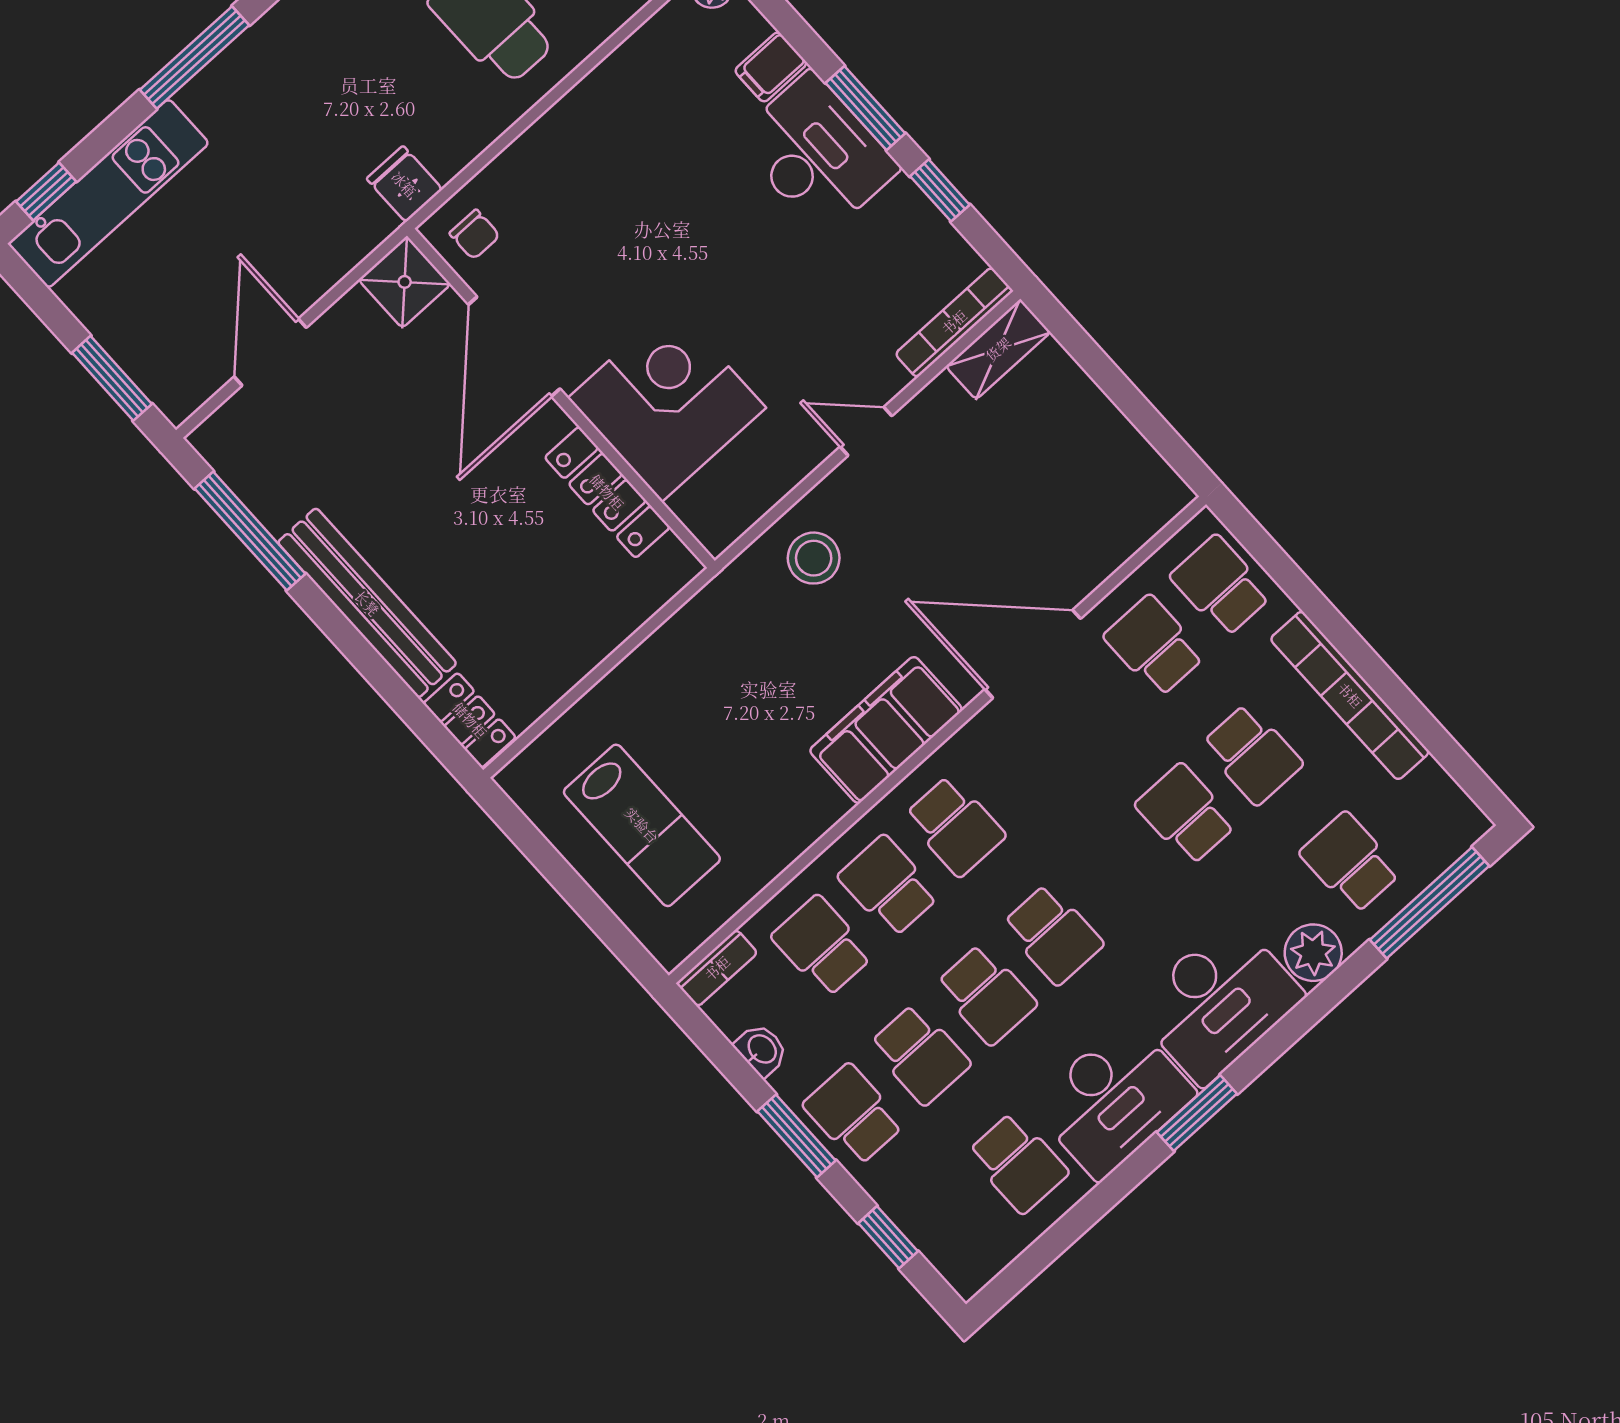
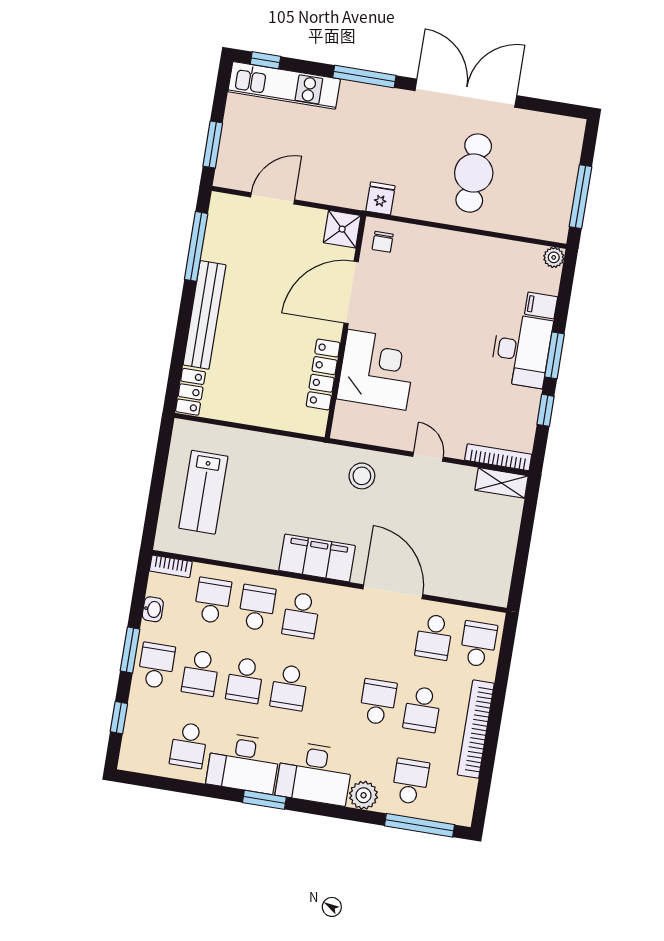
school desk: (1154, 646) -> (434, 637), turned 180

